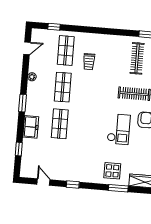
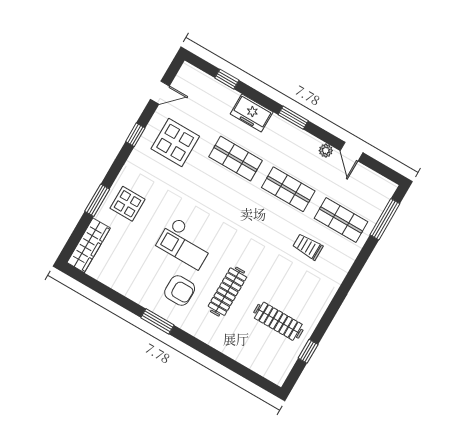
window: (54, 27) -> (385, 219), width x2.17
door: (27, 48) -> (351, 152), moved
display table: (67, 161) -> (175, 143), added

